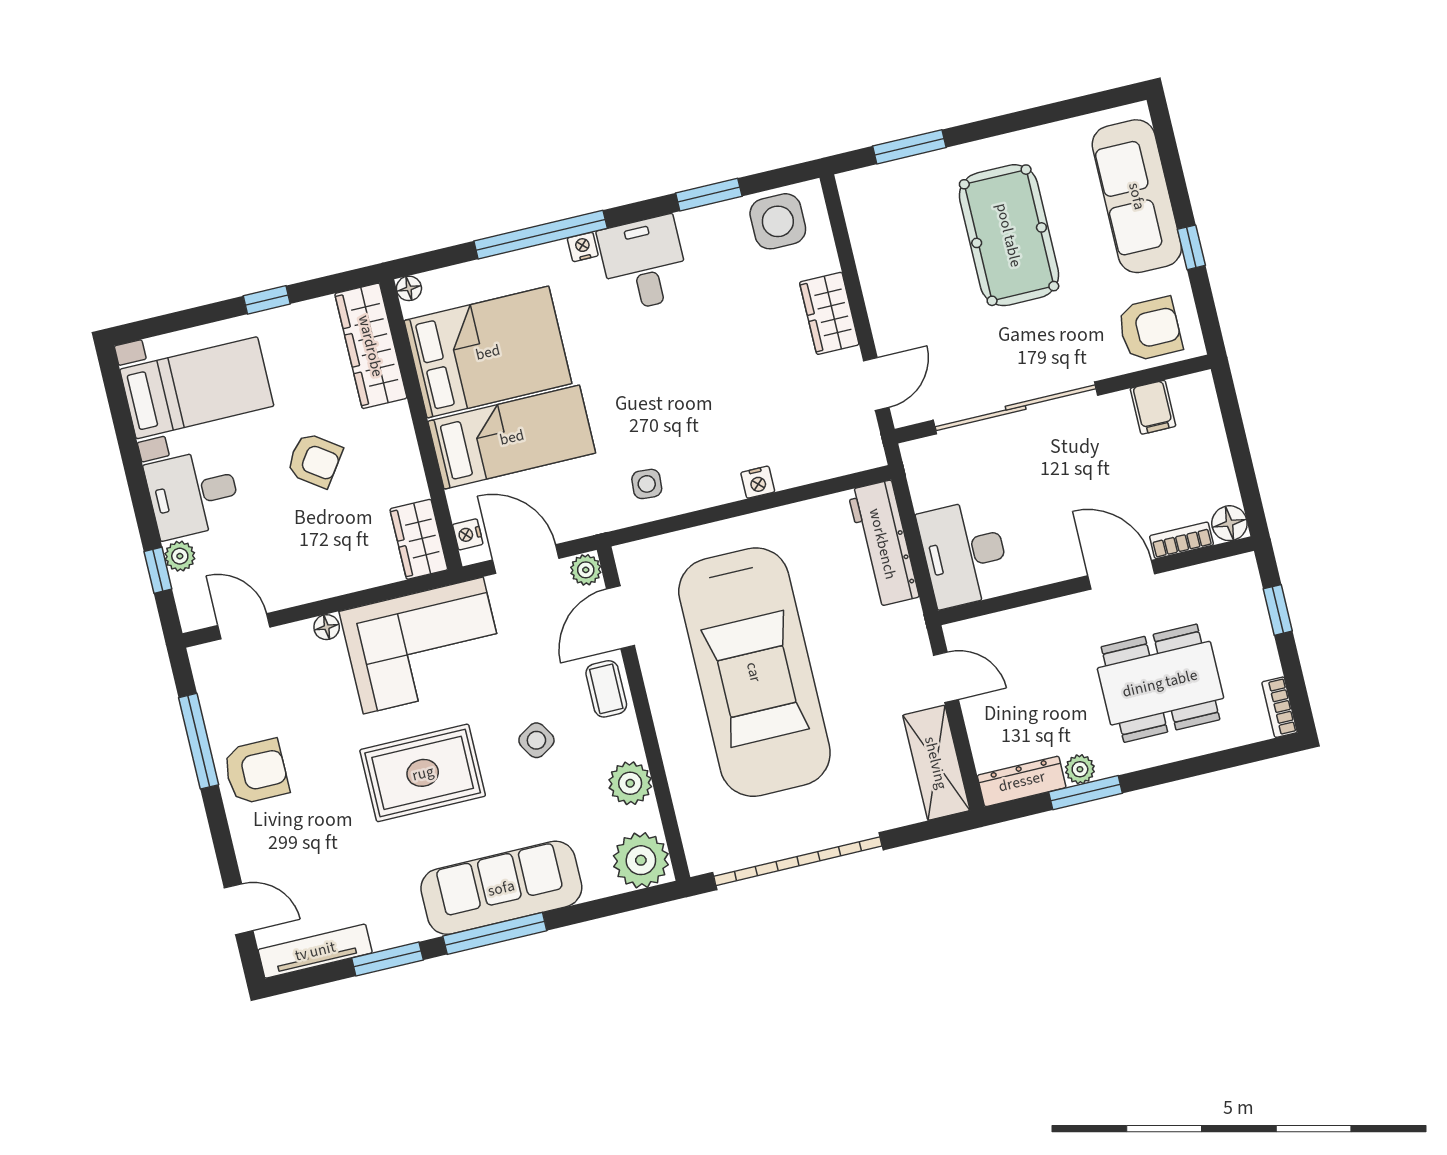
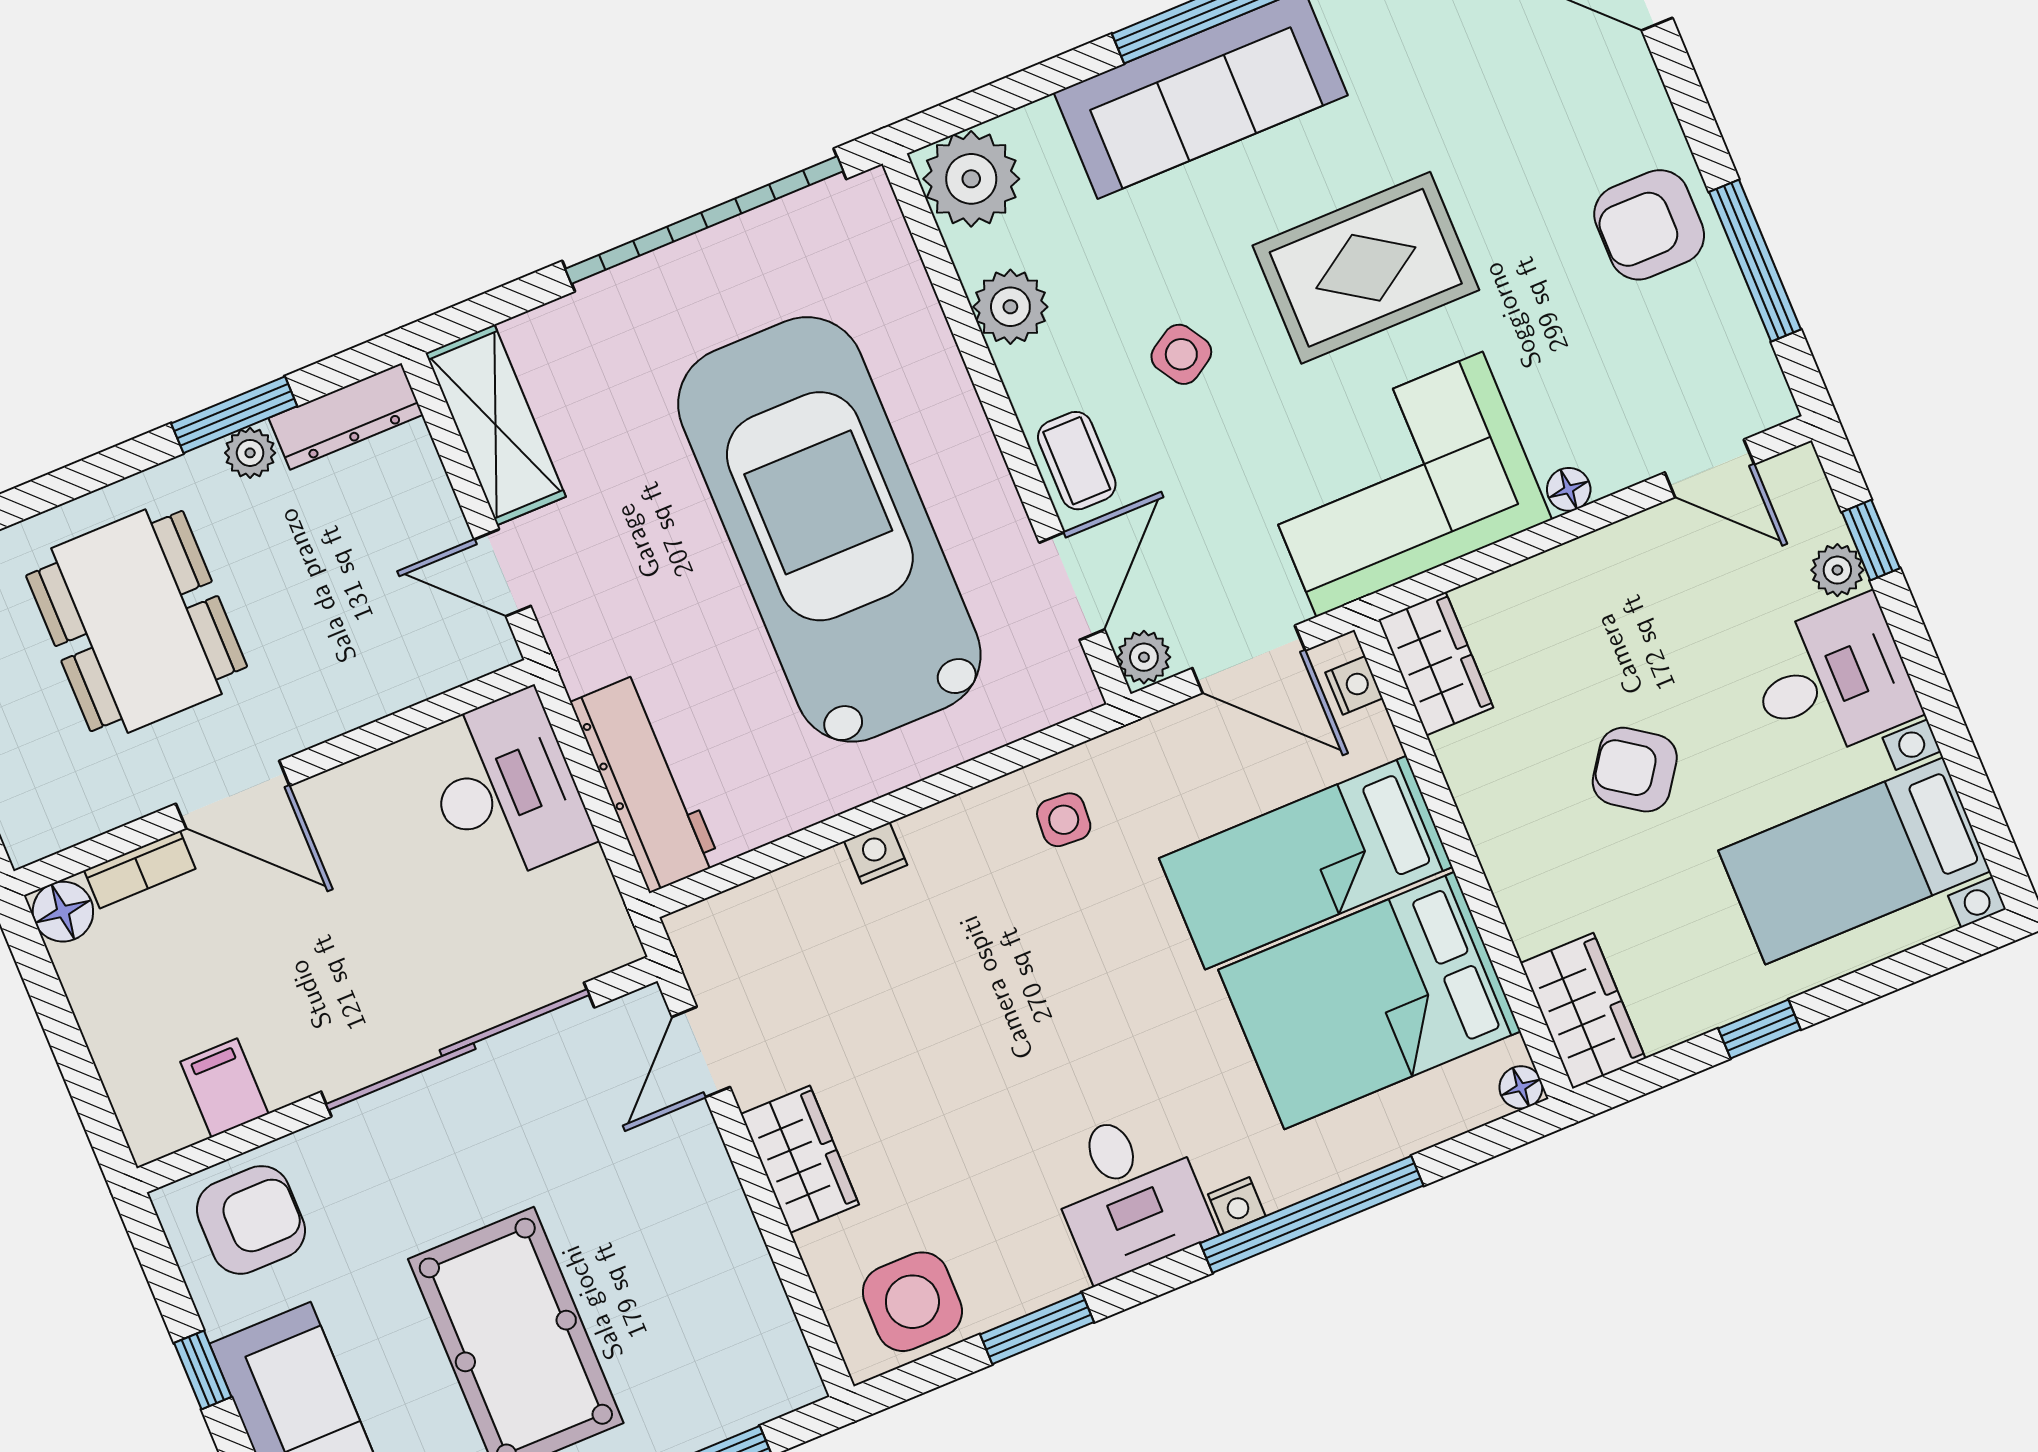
armchair: (1150, 329) -> (251, 1220), turned 180
wardrobe: (371, 346) -> (1583, 1011), width x0.67
dining table: (1160, 683) -> (137, 621), turned 90

